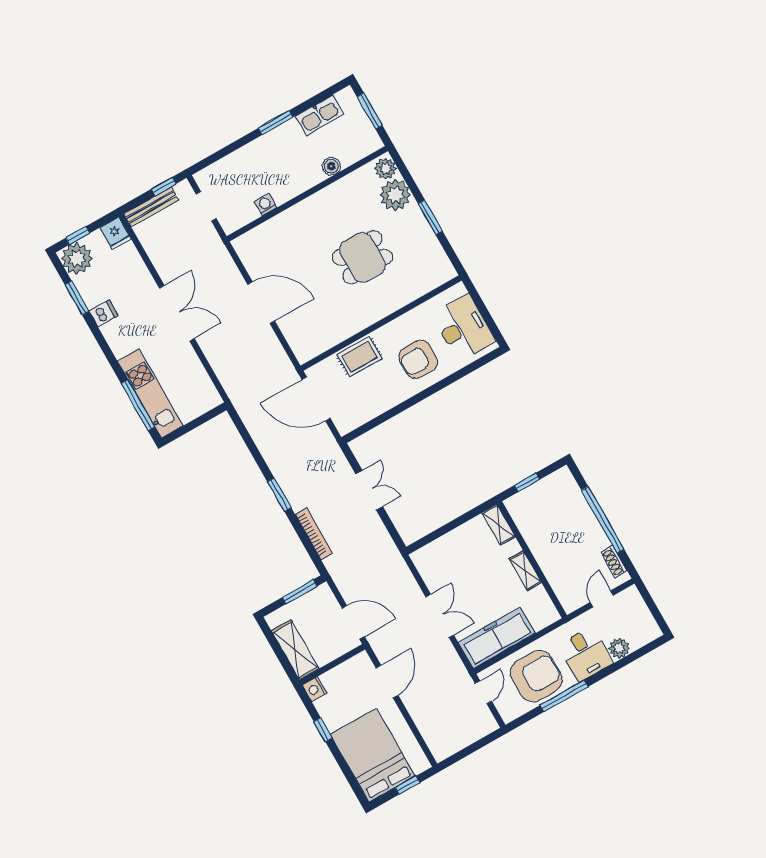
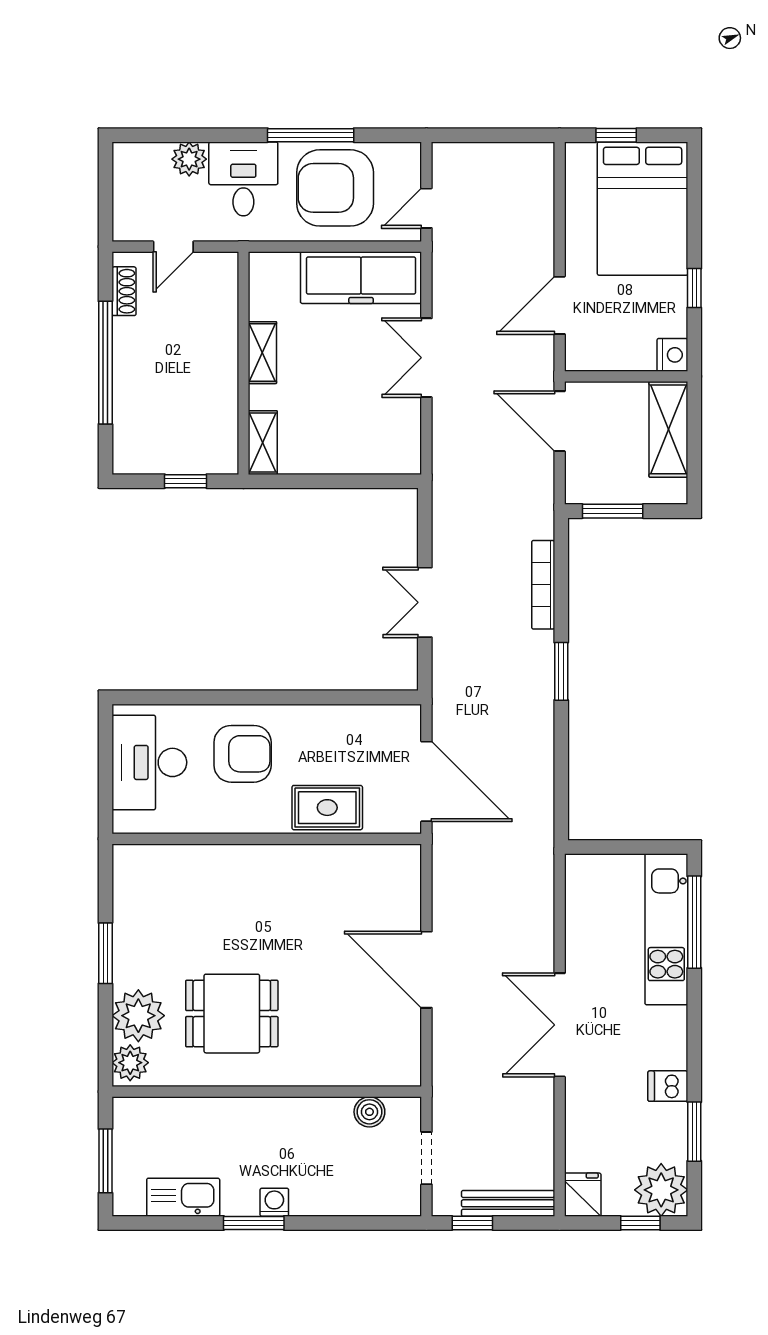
boiler: (331, 166) -> (369, 1112), moved
washing machine: (266, 204) -> (274, 1202), moved, turned 180
dining table: (362, 257) -> (232, 1014), moved

